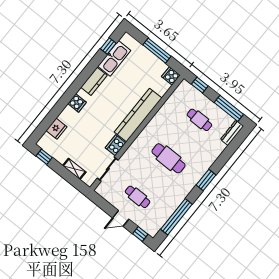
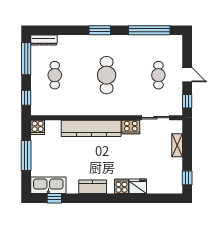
kitchen sink: (114, 58) -> (48, 185), moved
fridge: (57, 129) -> (138, 186), moved
window: (140, 234) -> (187, 101), moved

